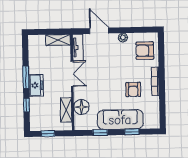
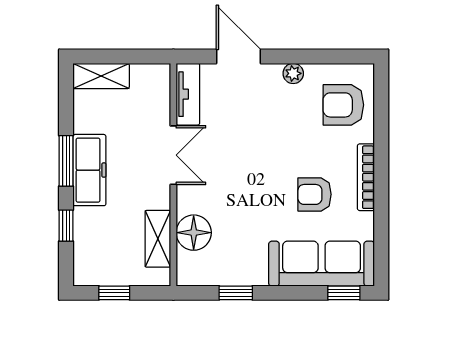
shelving: (58, 40) -> (101, 76), moved
freezer: (36, 85) -> (89, 170), width x1.40
armchair: (133, 89) -> (315, 194), turned 90
sofa: (120, 120) -> (322, 264), moved
window: (132, 132) -> (344, 293), moved

